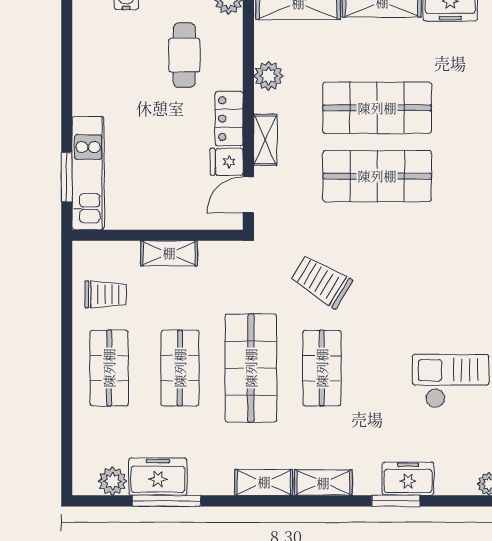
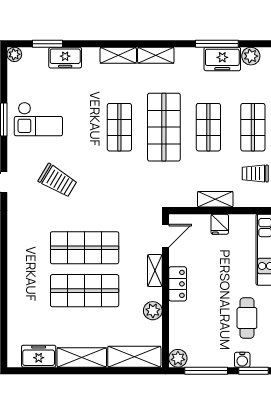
cafe table: (184, 55) -> (247, 318), moved
fridge: (227, 162) -> (220, 224), moved, turned 90
trolley: (321, 281) -> (58, 181), moved
window: (396, 501) -> (48, 44), moved

